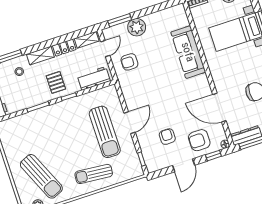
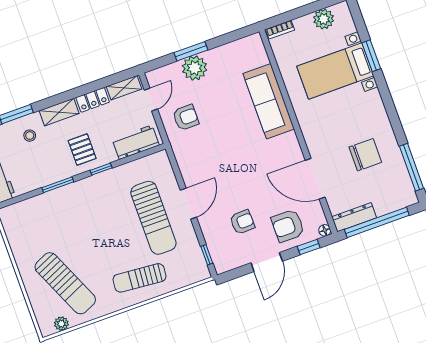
window: (120, 20) -> (191, 51), moved
armchair: (129, 62) -> (186, 117), turned 180
armchair: (167, 137) -> (242, 222), turned 88

